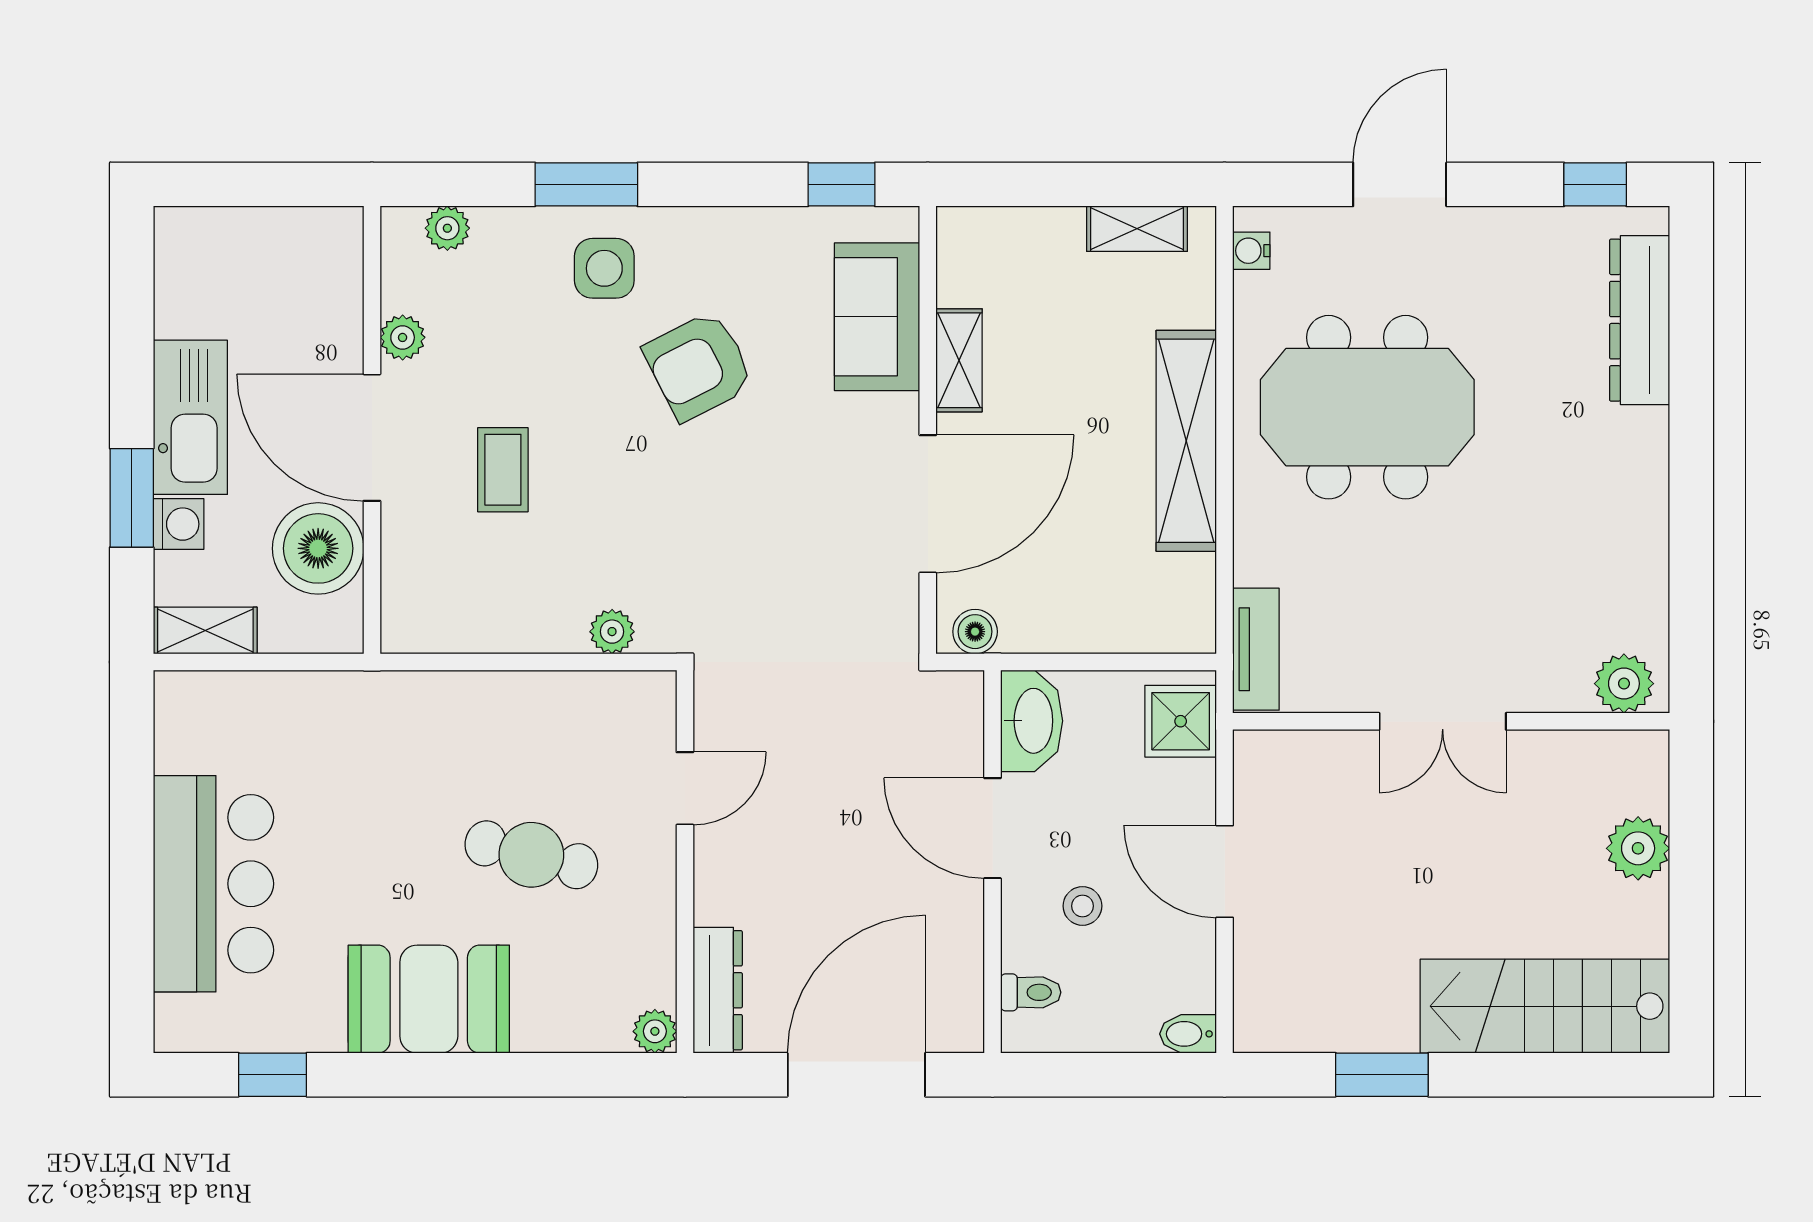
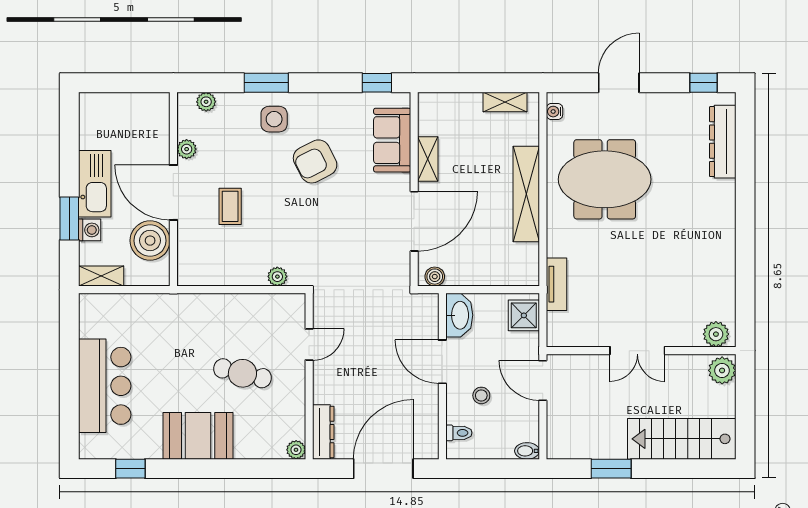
plant: (1624, 684) -> (716, 334), moved
double door: (1443, 721) -> (637, 351), moved
wall: (1451, 721) -> (641, 351), moved

